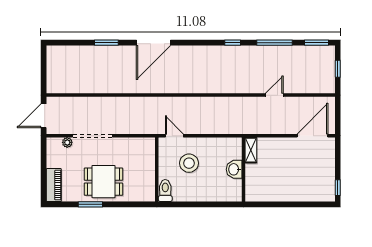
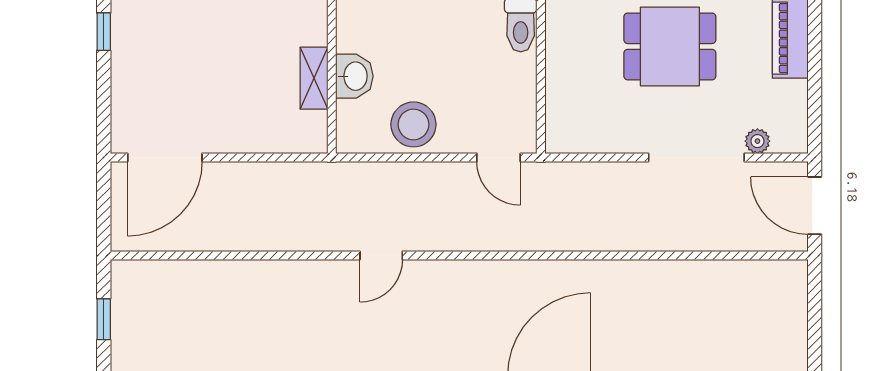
door: (274, 95) -> (381, 256), moved
door: (44, 116) -> (815, 206), swing flipped
shelving: (251, 150) -> (314, 78), moved
stool: (189, 163) -> (413, 124), moved

